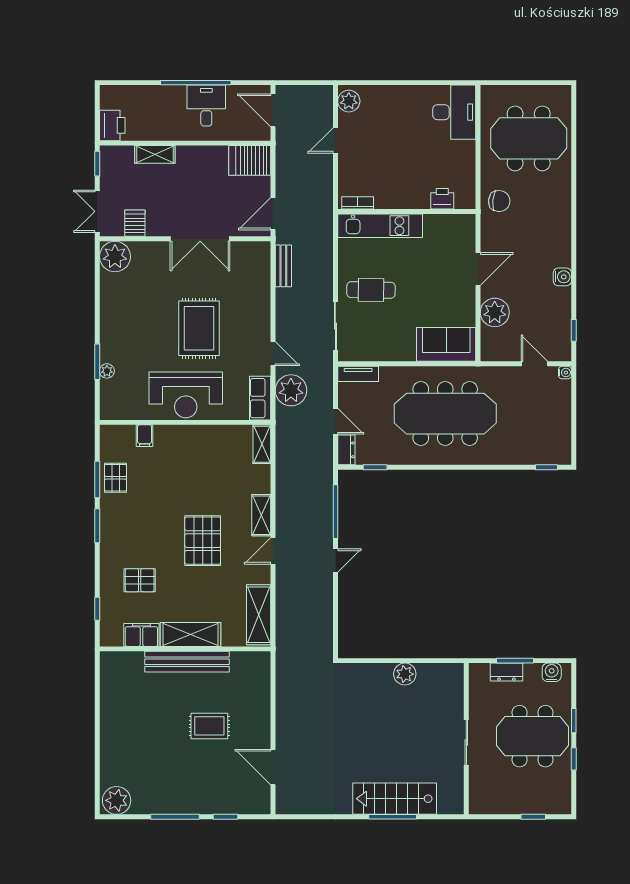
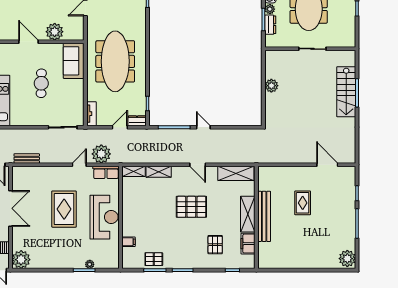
cafe table: (371, 290) -> (41, 83), moved
rug: (199, 328) -> (64, 209), turned 90
shelving: (261, 515) -> (159, 172), moved
plant: (532, 671) -> (270, 9), added
door: (273, 767) -> (327, 165), swing flipped

